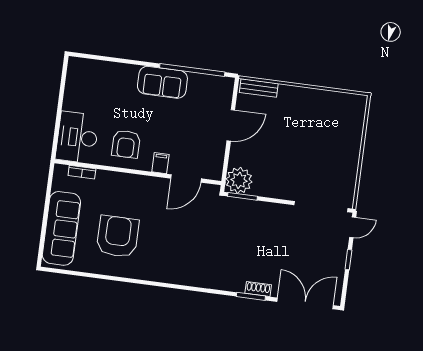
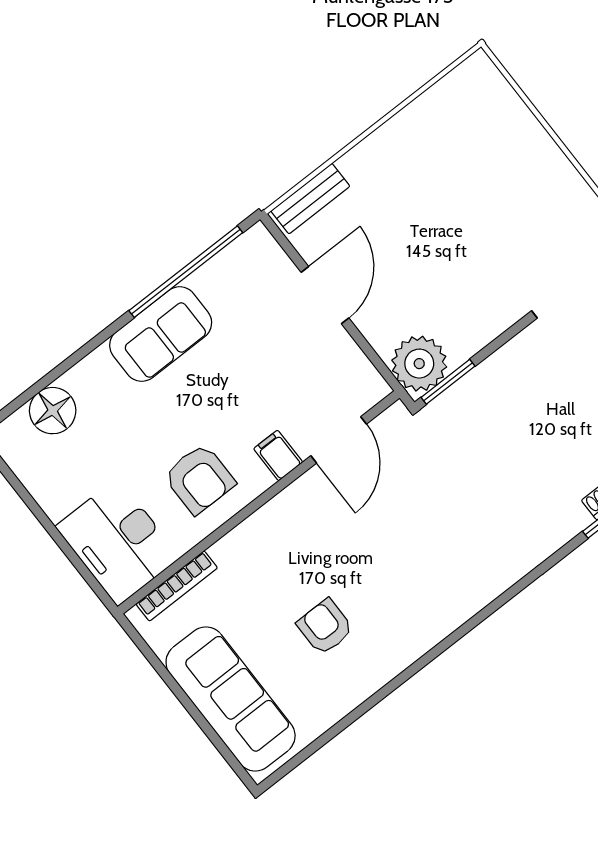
floor lamp: (100, 71) -> (53, 411), added
bookcase: (82, 172) -> (177, 586), width x1.56
armchair: (118, 236) -> (325, 627), width x0.53, depth x0.53

